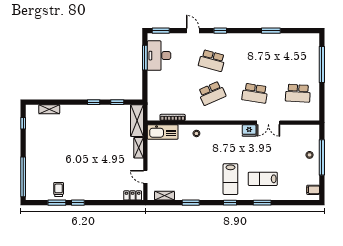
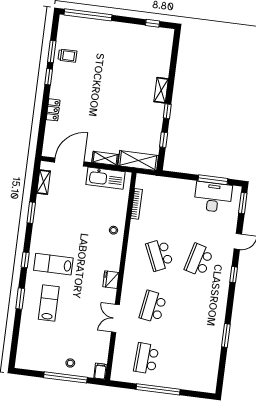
window: (322, 64) -> (158, 389), moved
shelving: (49, 109) -> (161, 90), moved
fridge: (249, 130) -> (111, 280), moved
kitchen sink: (163, 132) -> (106, 178), moved, turned -90
door: (145, 177) -> (69, 162), width x1.88
filing cabinet: (313, 190) -> (100, 371), moved
locker: (133, 195) -> (53, 110), moved

